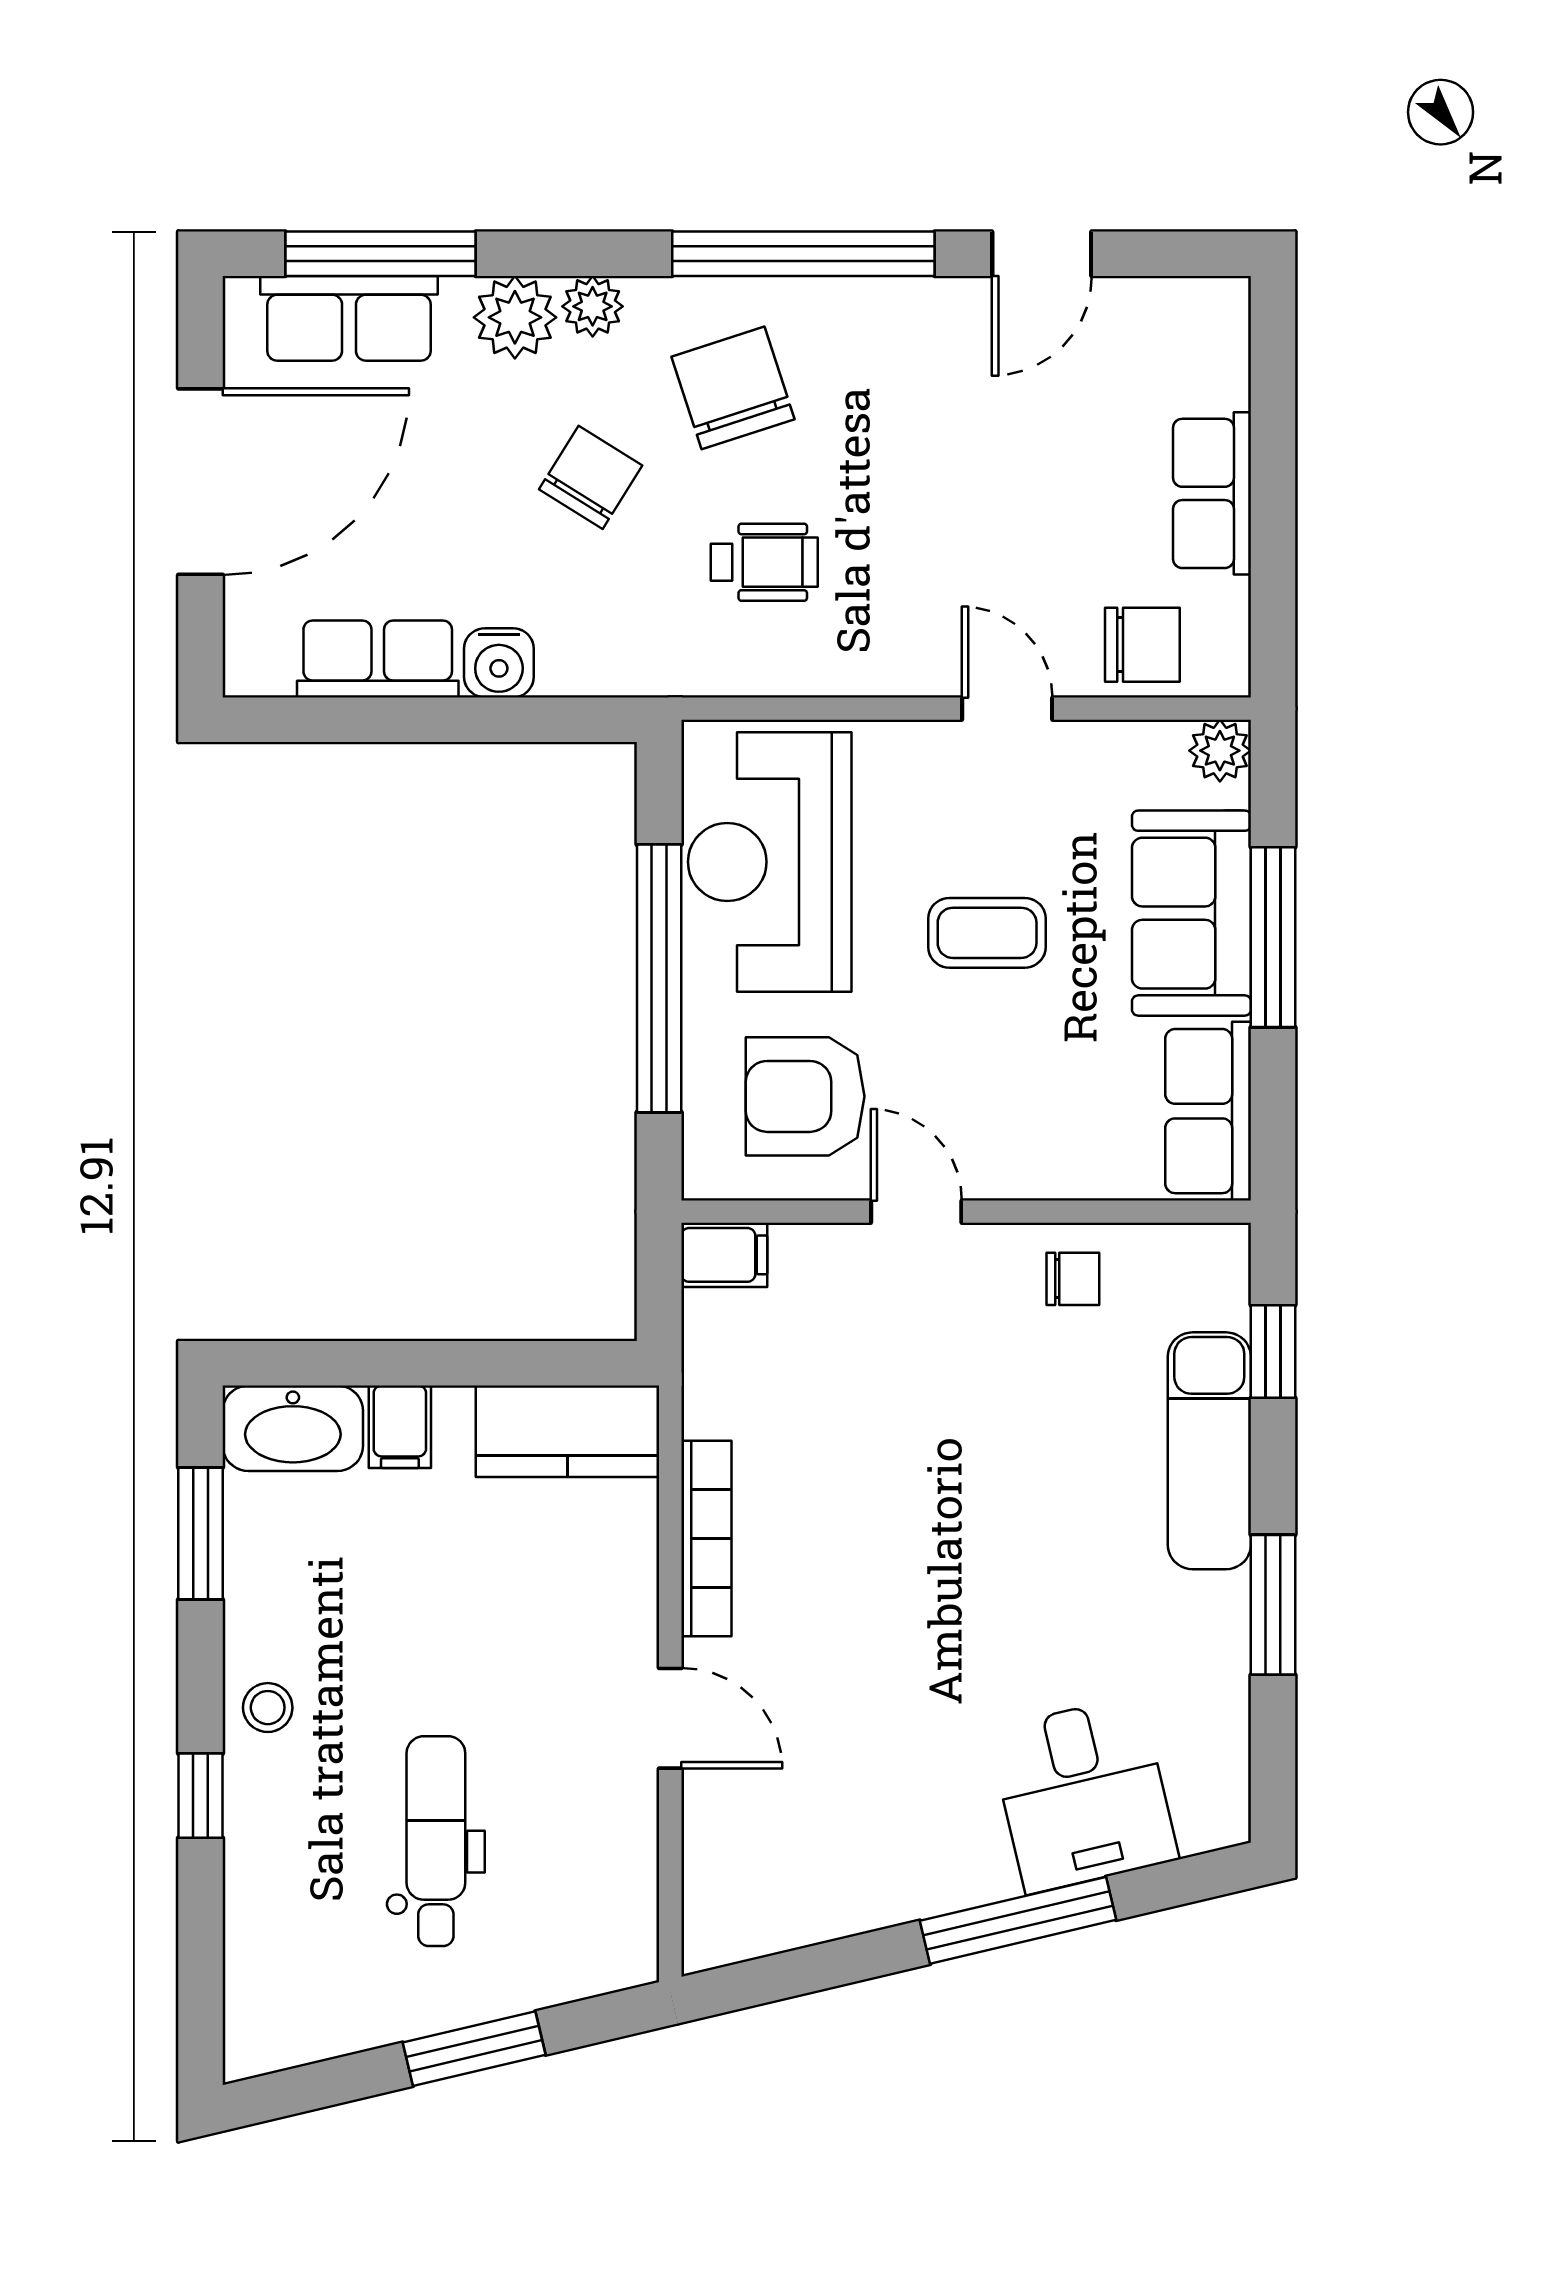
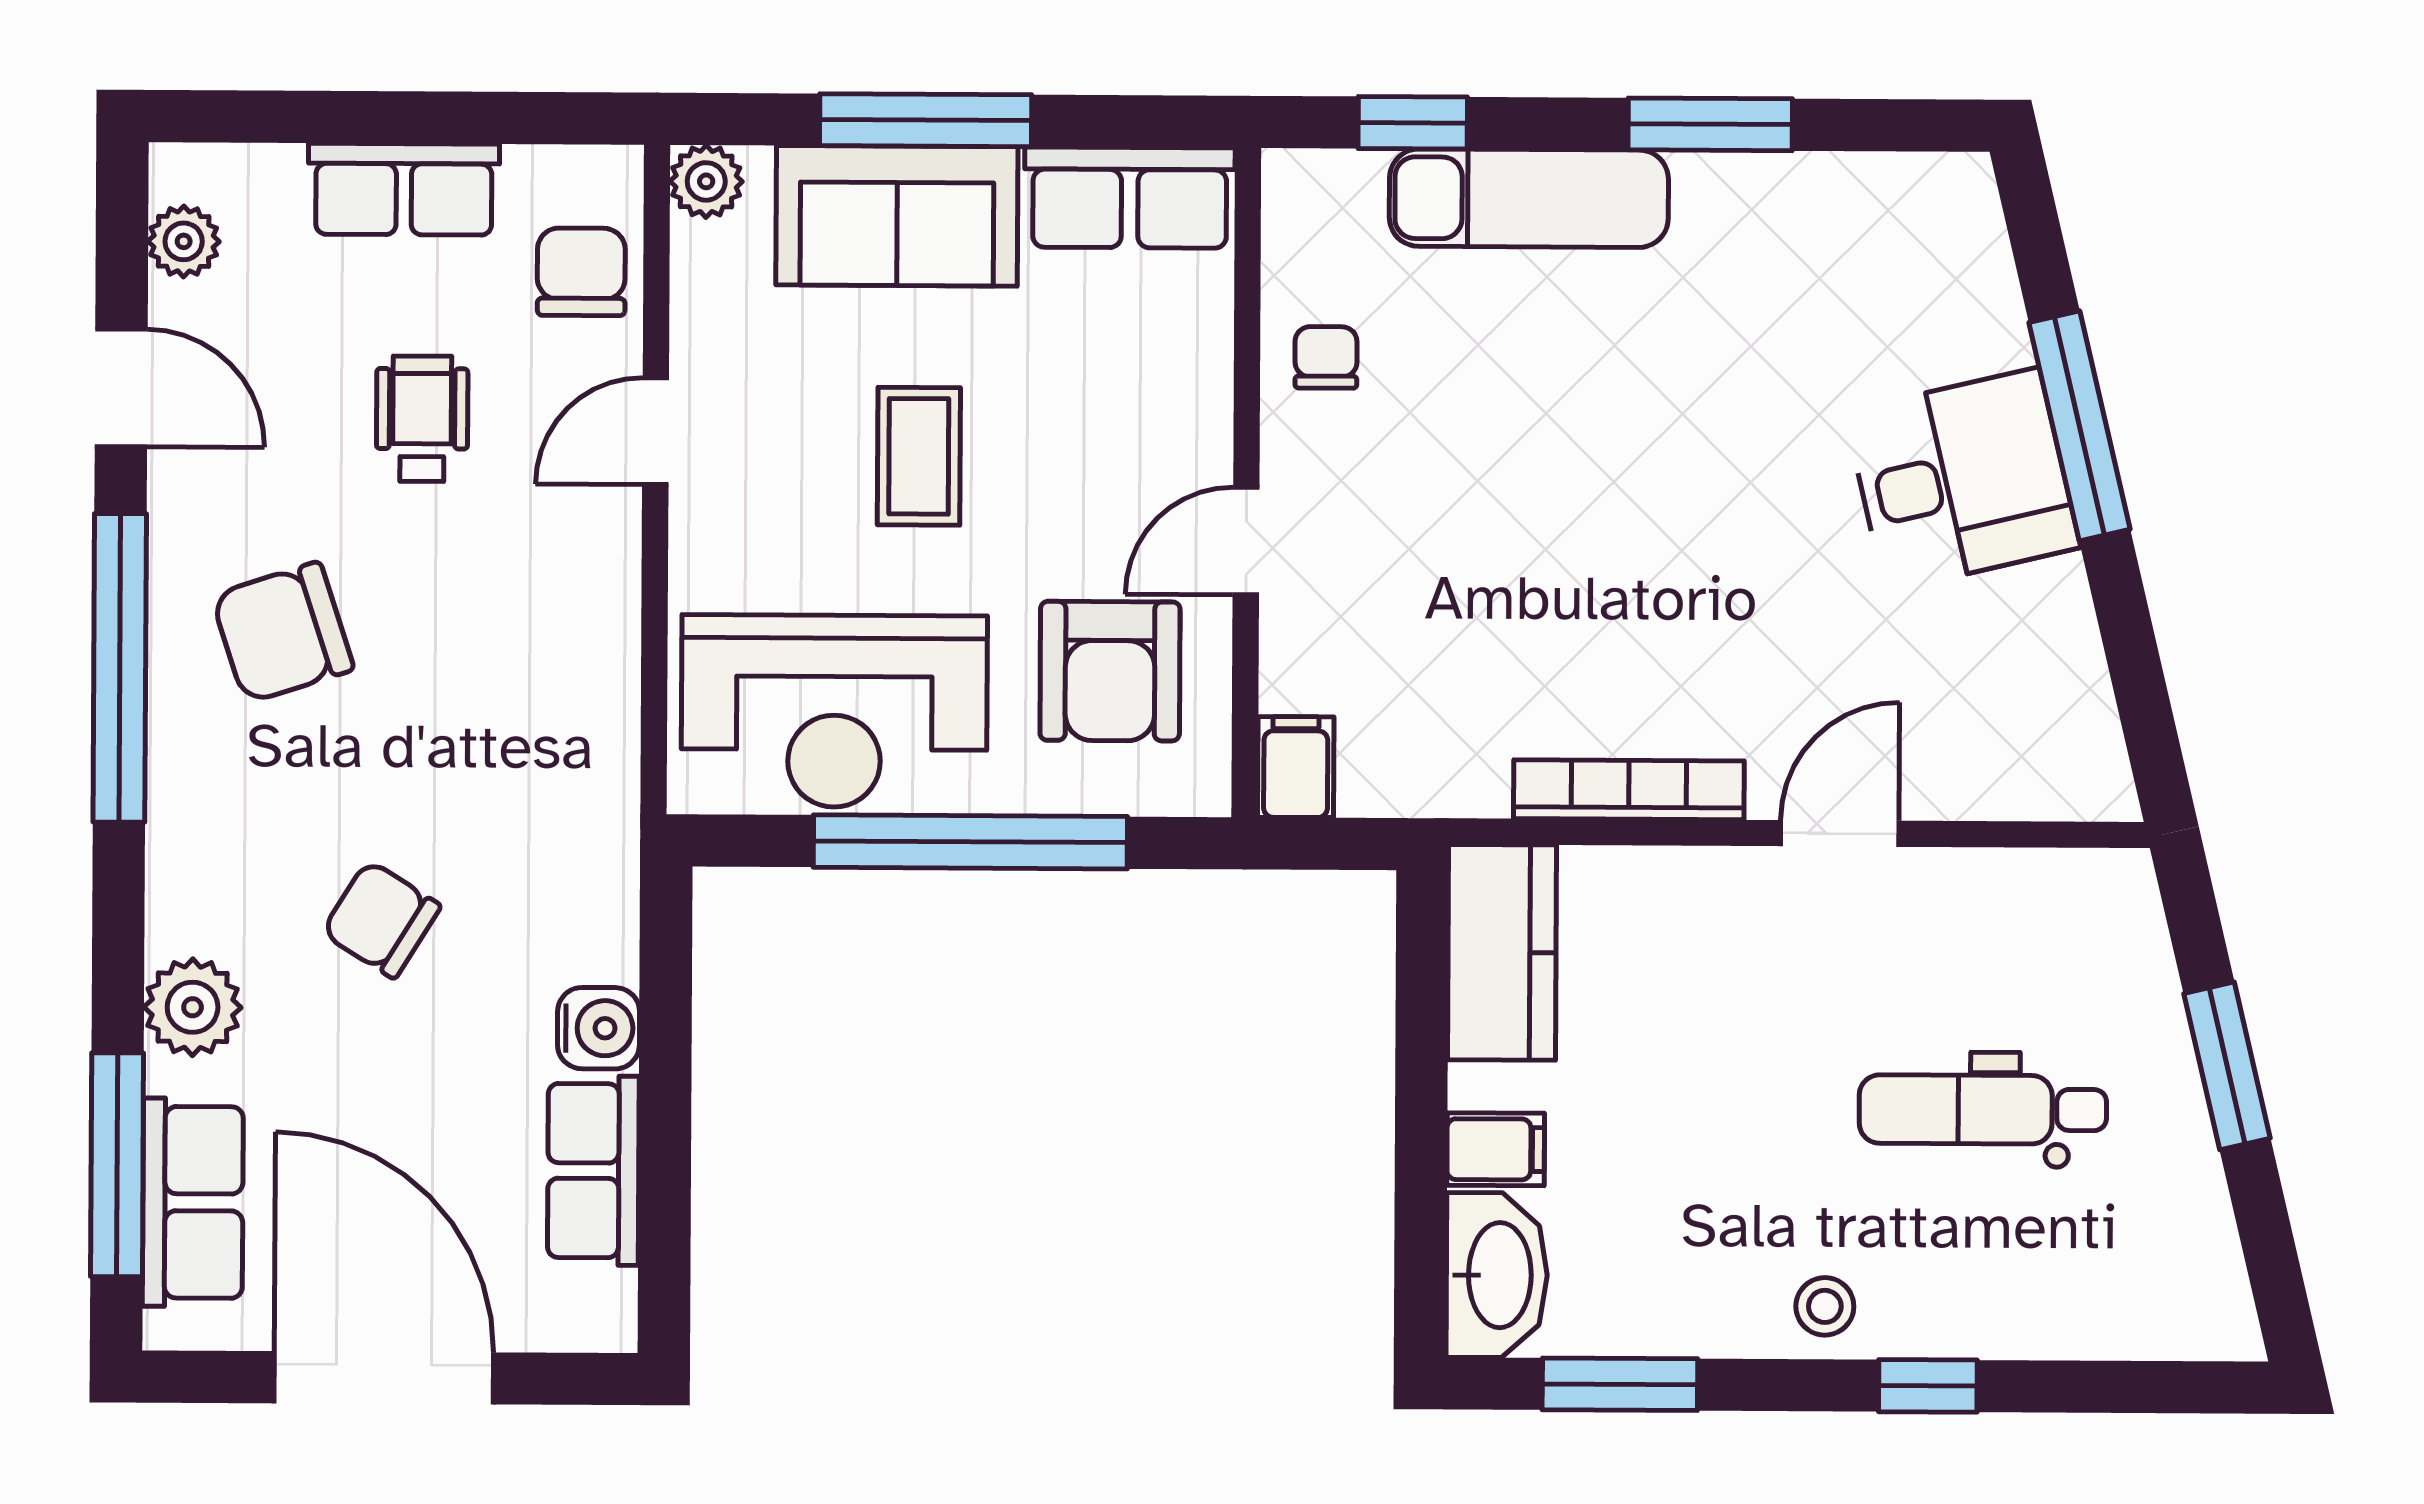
plant: (593, 306) -> (184, 241), moved
chair: (733, 388) -> (283, 632), moved
wheelchair: (764, 562) -> (422, 419), moved
desk: (1083, 1794) -> (1962, 480), moved

